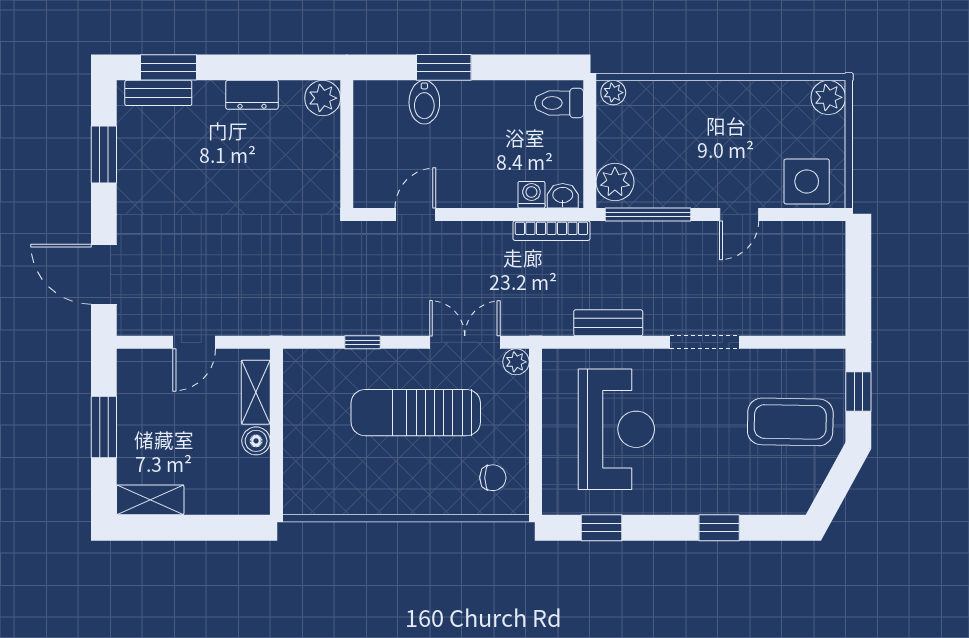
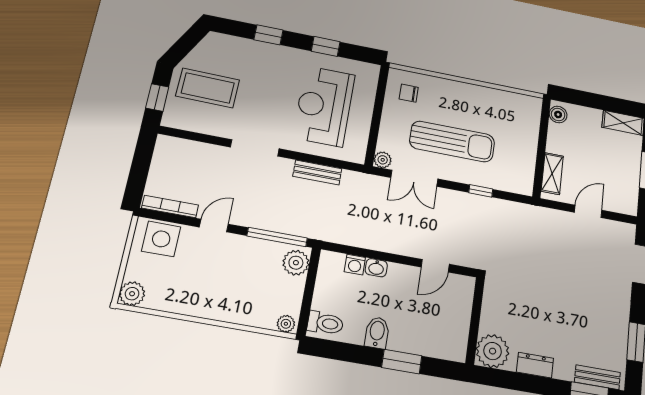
plant: (323, 98) -> (493, 351), width x1.36, depth x1.36
bidet: (424, 102) -> (377, 333), moved
washbasin: (563, 196) -> (376, 268), moved
bookcase: (551, 231) -> (170, 206), moved
boiler: (256, 441) -> (558, 115), moved
window: (601, 528) -> (326, 46), moved

